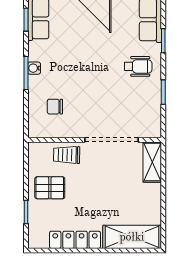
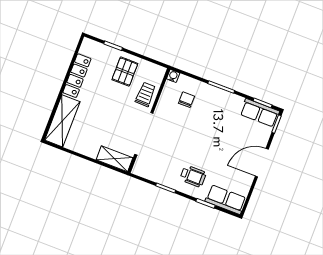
wheelchair: (138, 66) -> (193, 176), turned -90
water cooler: (34, 68) -> (173, 76), moved

